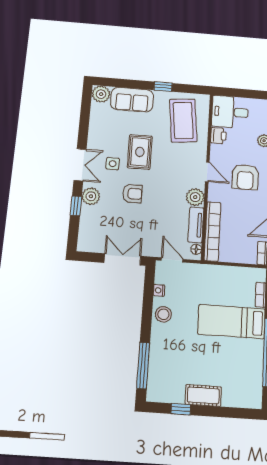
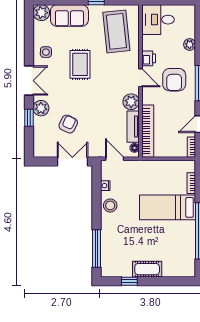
printer: (218, 136) -> (149, 58), moved
side table: (113, 164) -> (46, 52), moved
armchair: (132, 194) -> (68, 124), moved, turned -64

